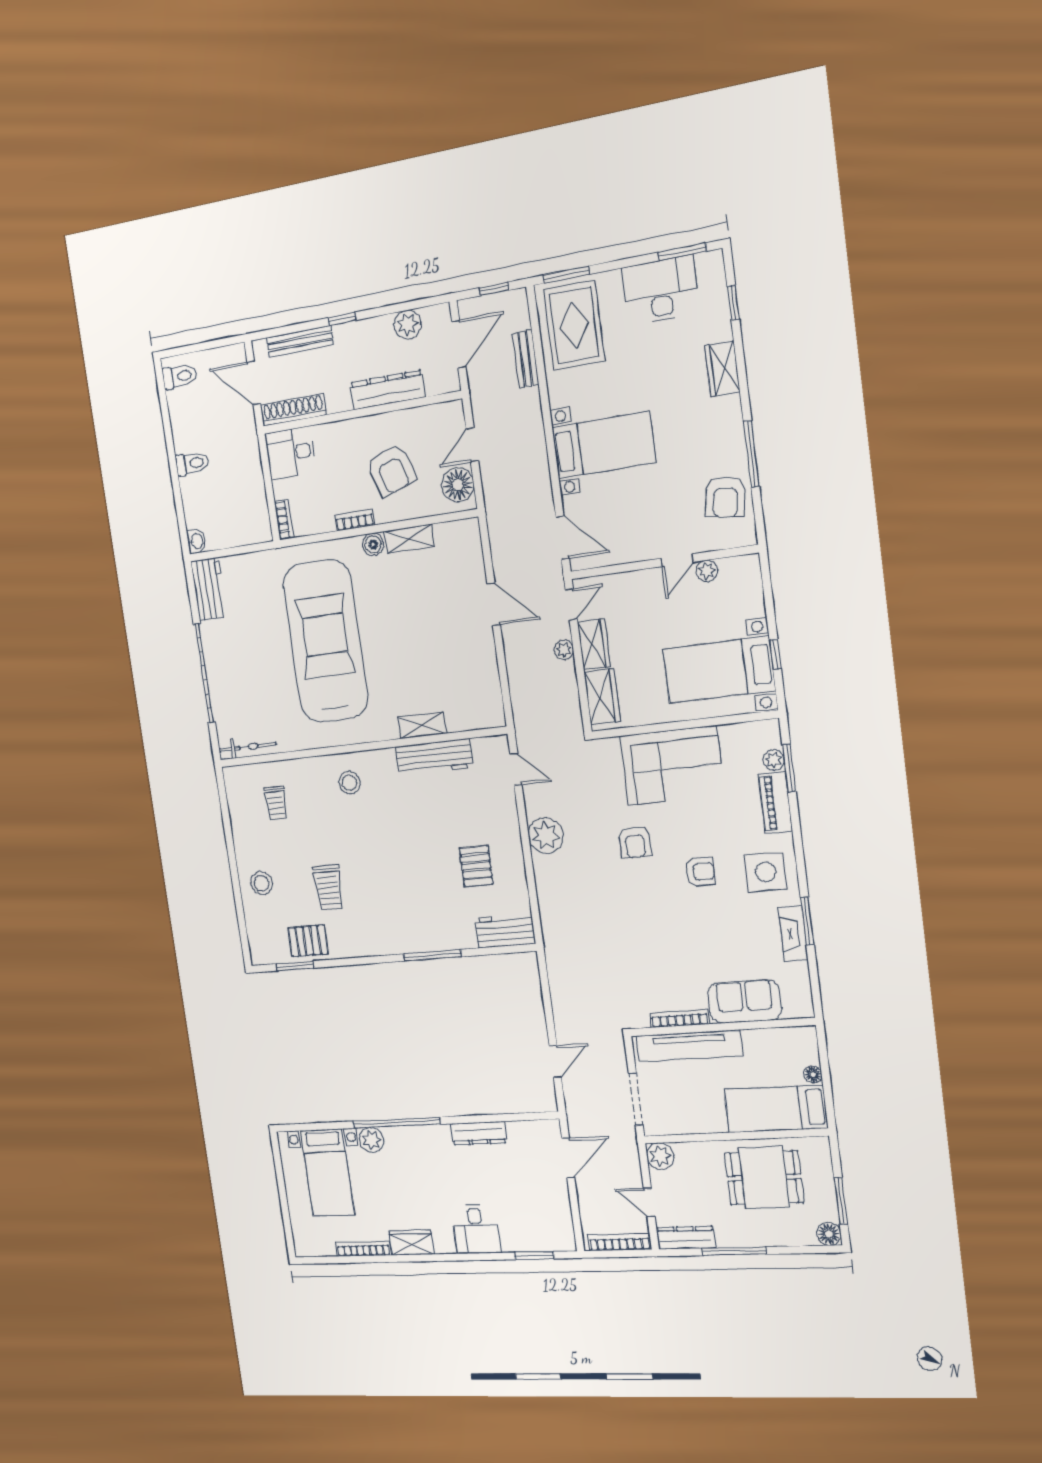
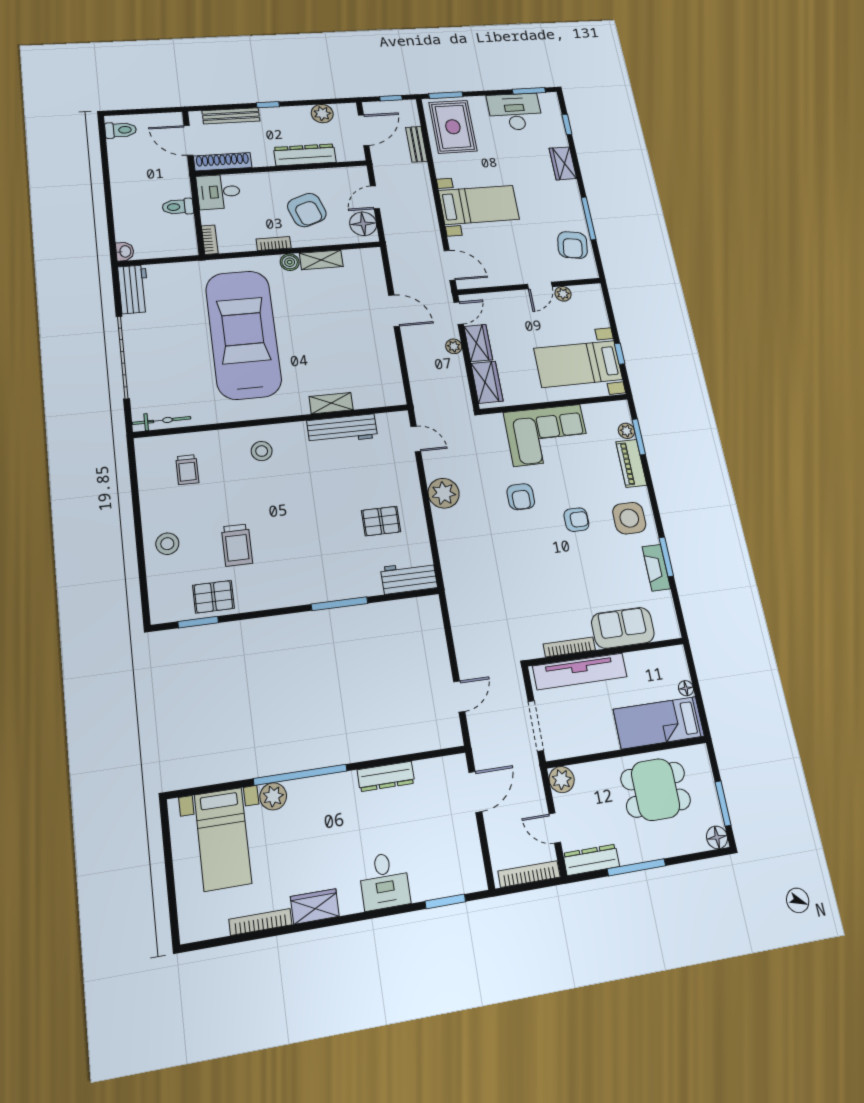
toilet: (192, 463) -> (178, 207), moved, turned 180
pallet: (476, 866) -> (381, 521), turned 90

